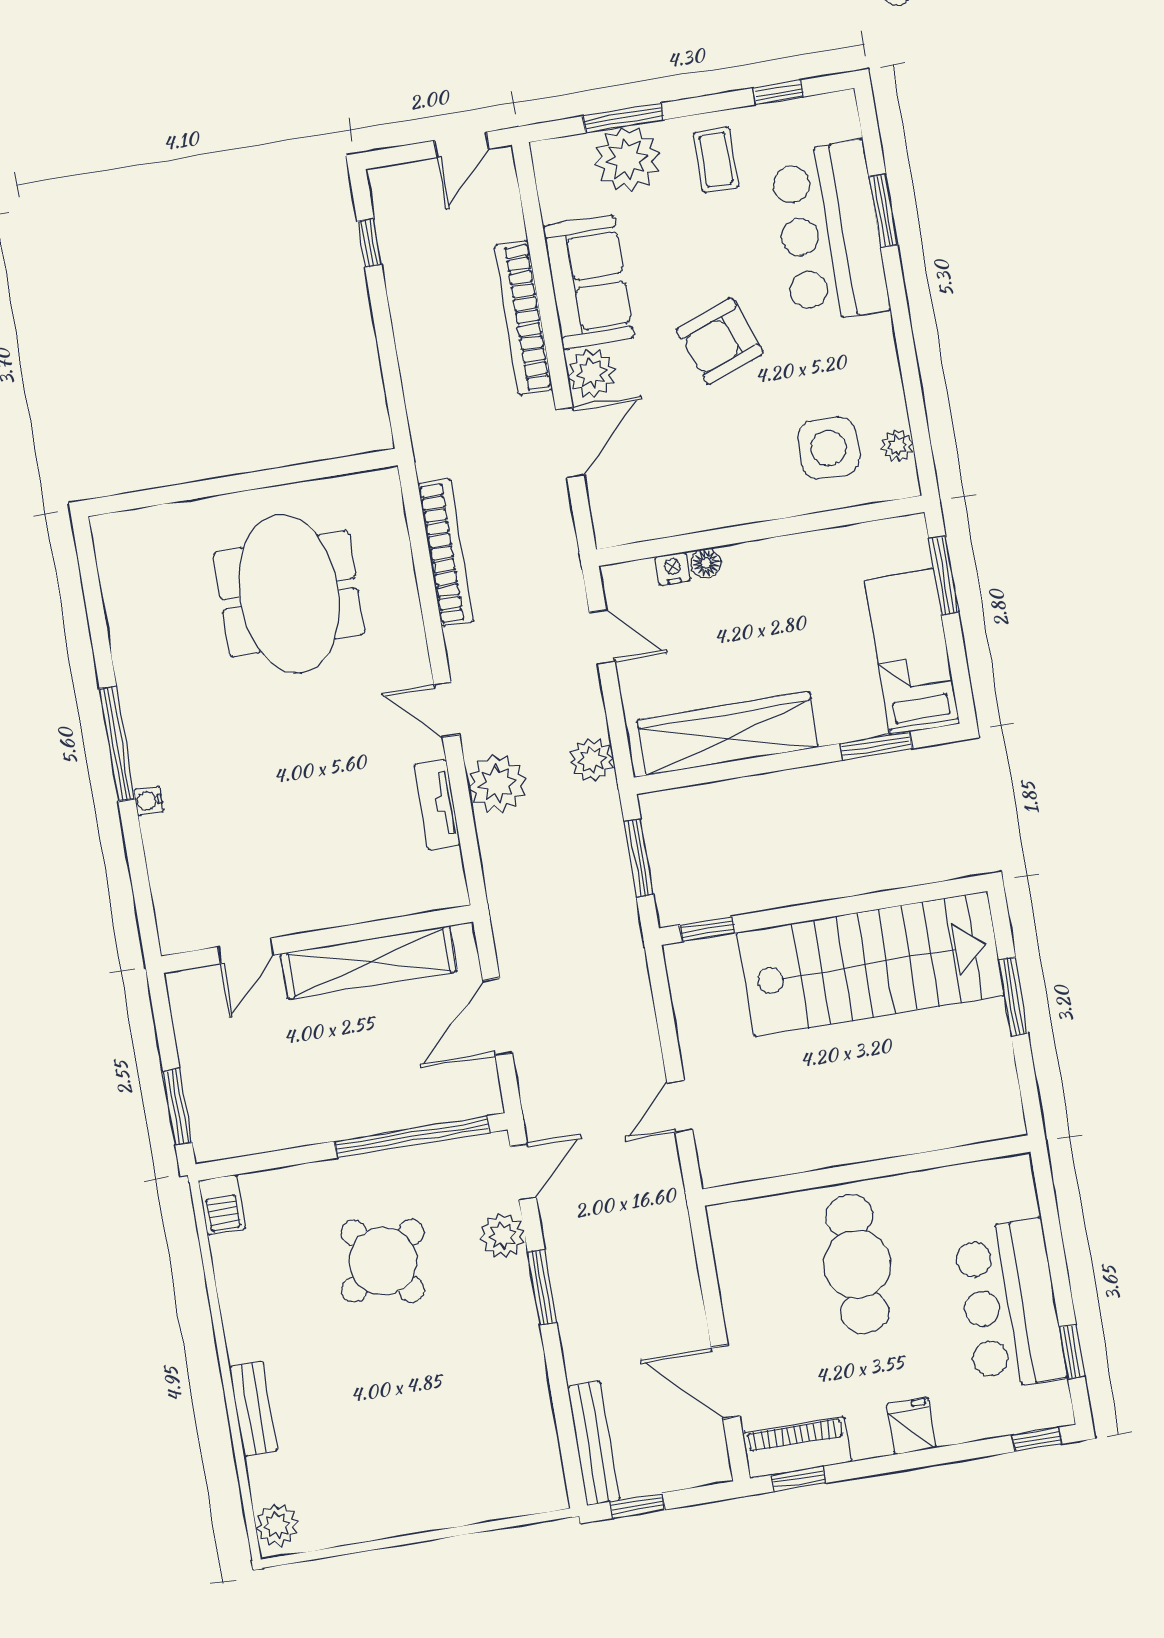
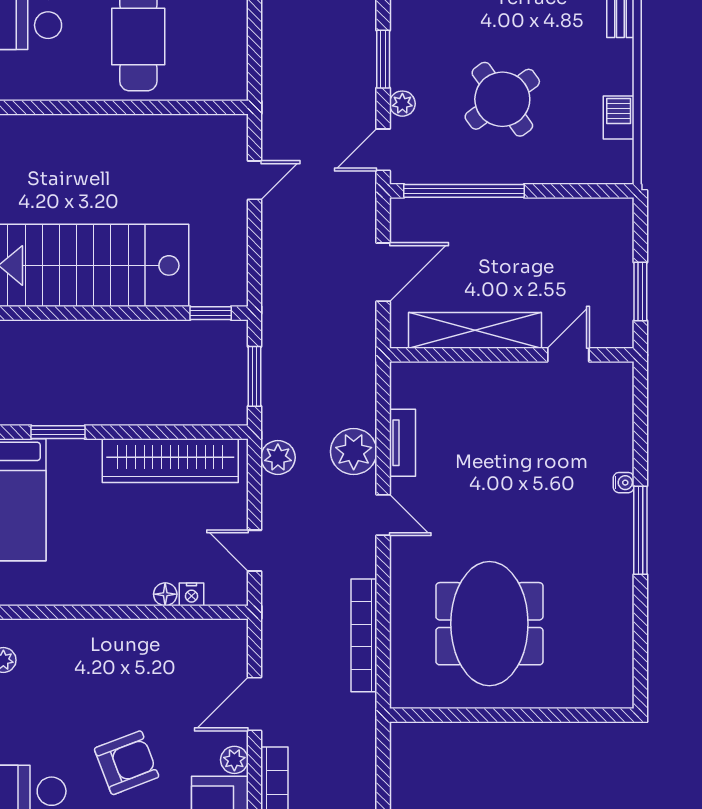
plant: (591, 373) -> (234, 760), width x0.73, depth x0.73
side table: (829, 448) -> (57, 667), removed
window: (177, 1107) -> (640, 292), moved
barbecue: (222, 1205) -> (619, 117), moved
plant: (503, 1236) -> (402, 104), width x0.73, depth x0.73

